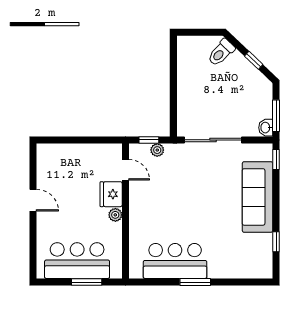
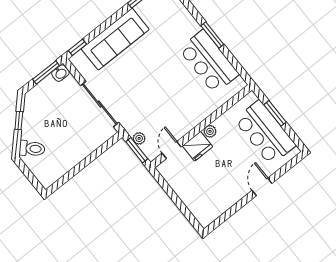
window: (149, 140) -> (137, 150), width x1.50
door: (33, 200) -> (262, 187), moved

